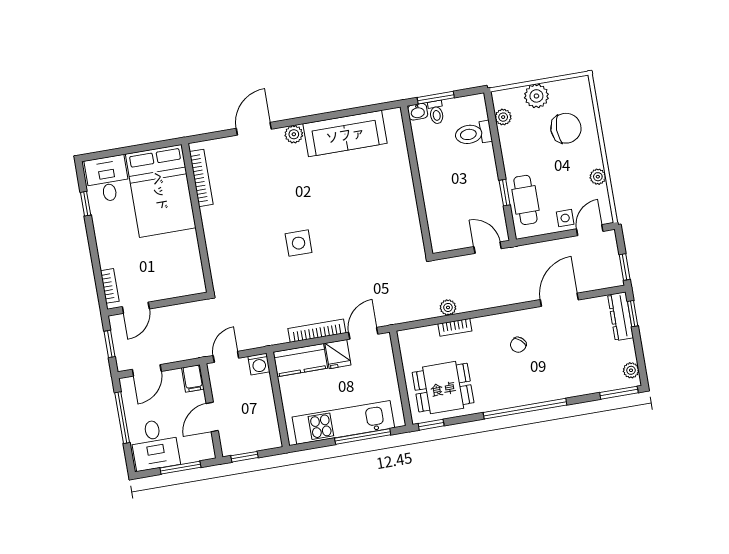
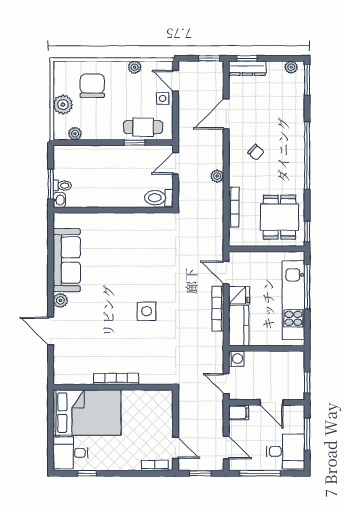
toilet: (473, 134) -> (159, 198), moved, turned 90
bookcase: (201, 178) -> (116, 379), moved
door: (559, 300) -> (226, 114), hinge flipped
plant: (448, 307) -> (217, 176), moved
bookcase: (455, 327) -> (234, 207), width x1.56

